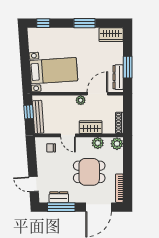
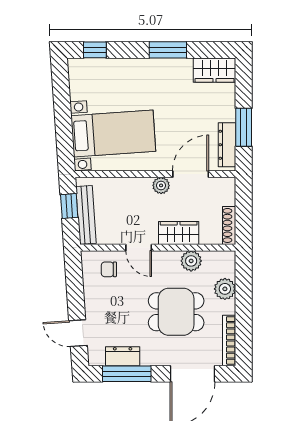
plant: (117, 144) -> (225, 289), moved

